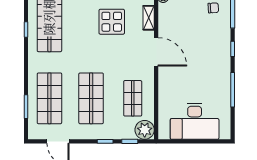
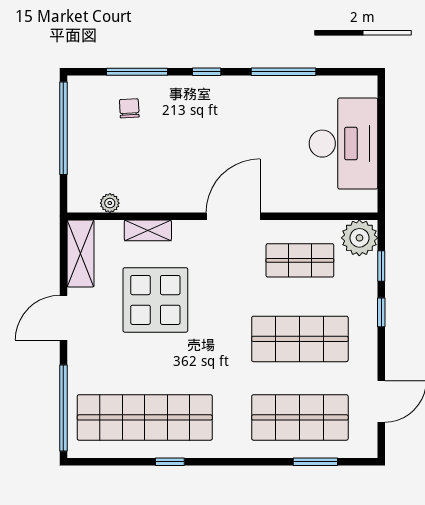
display table: (112, 22) -> (155, 300), width x1.36, depth x1.36
door: (156, 52) -> (233, 216), moved

